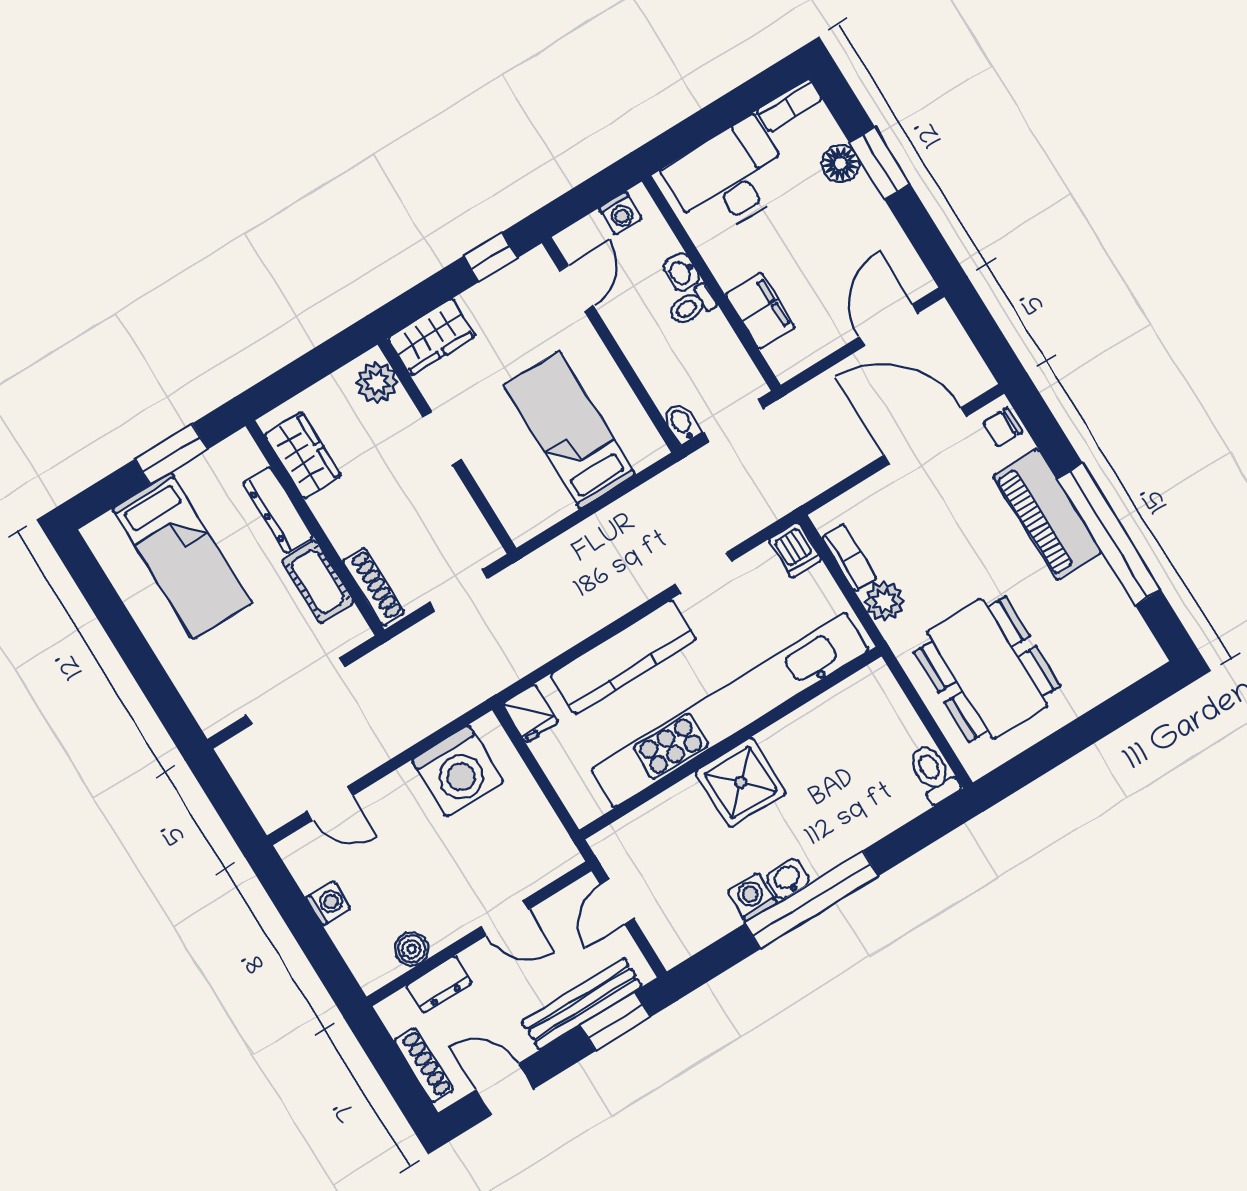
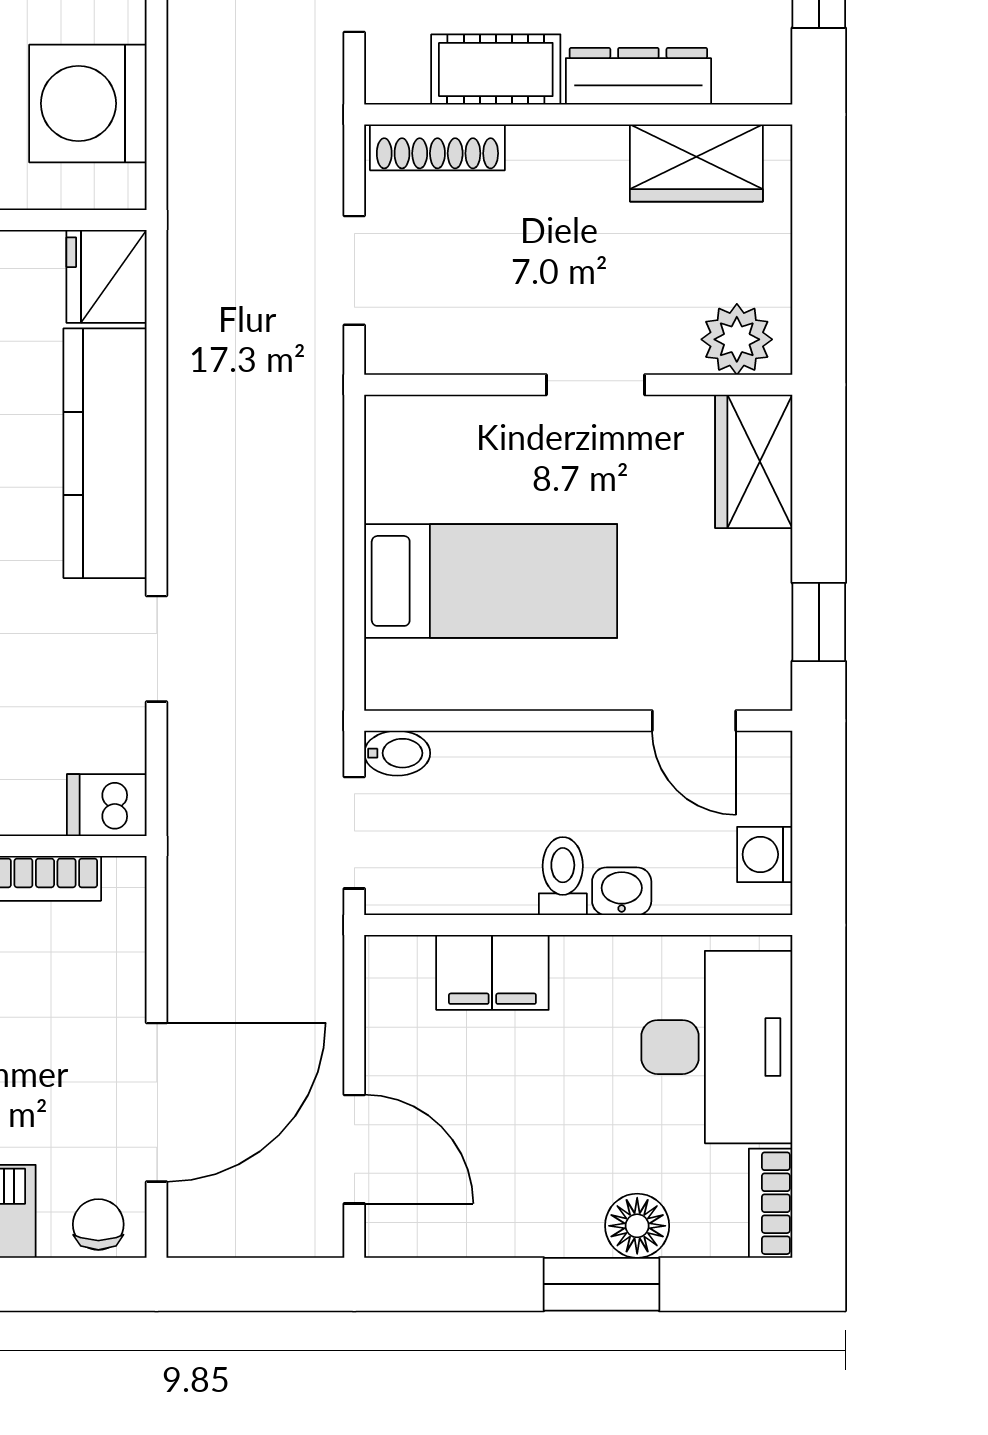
fridge: (530, 713) -> (107, 276), width x1.38

